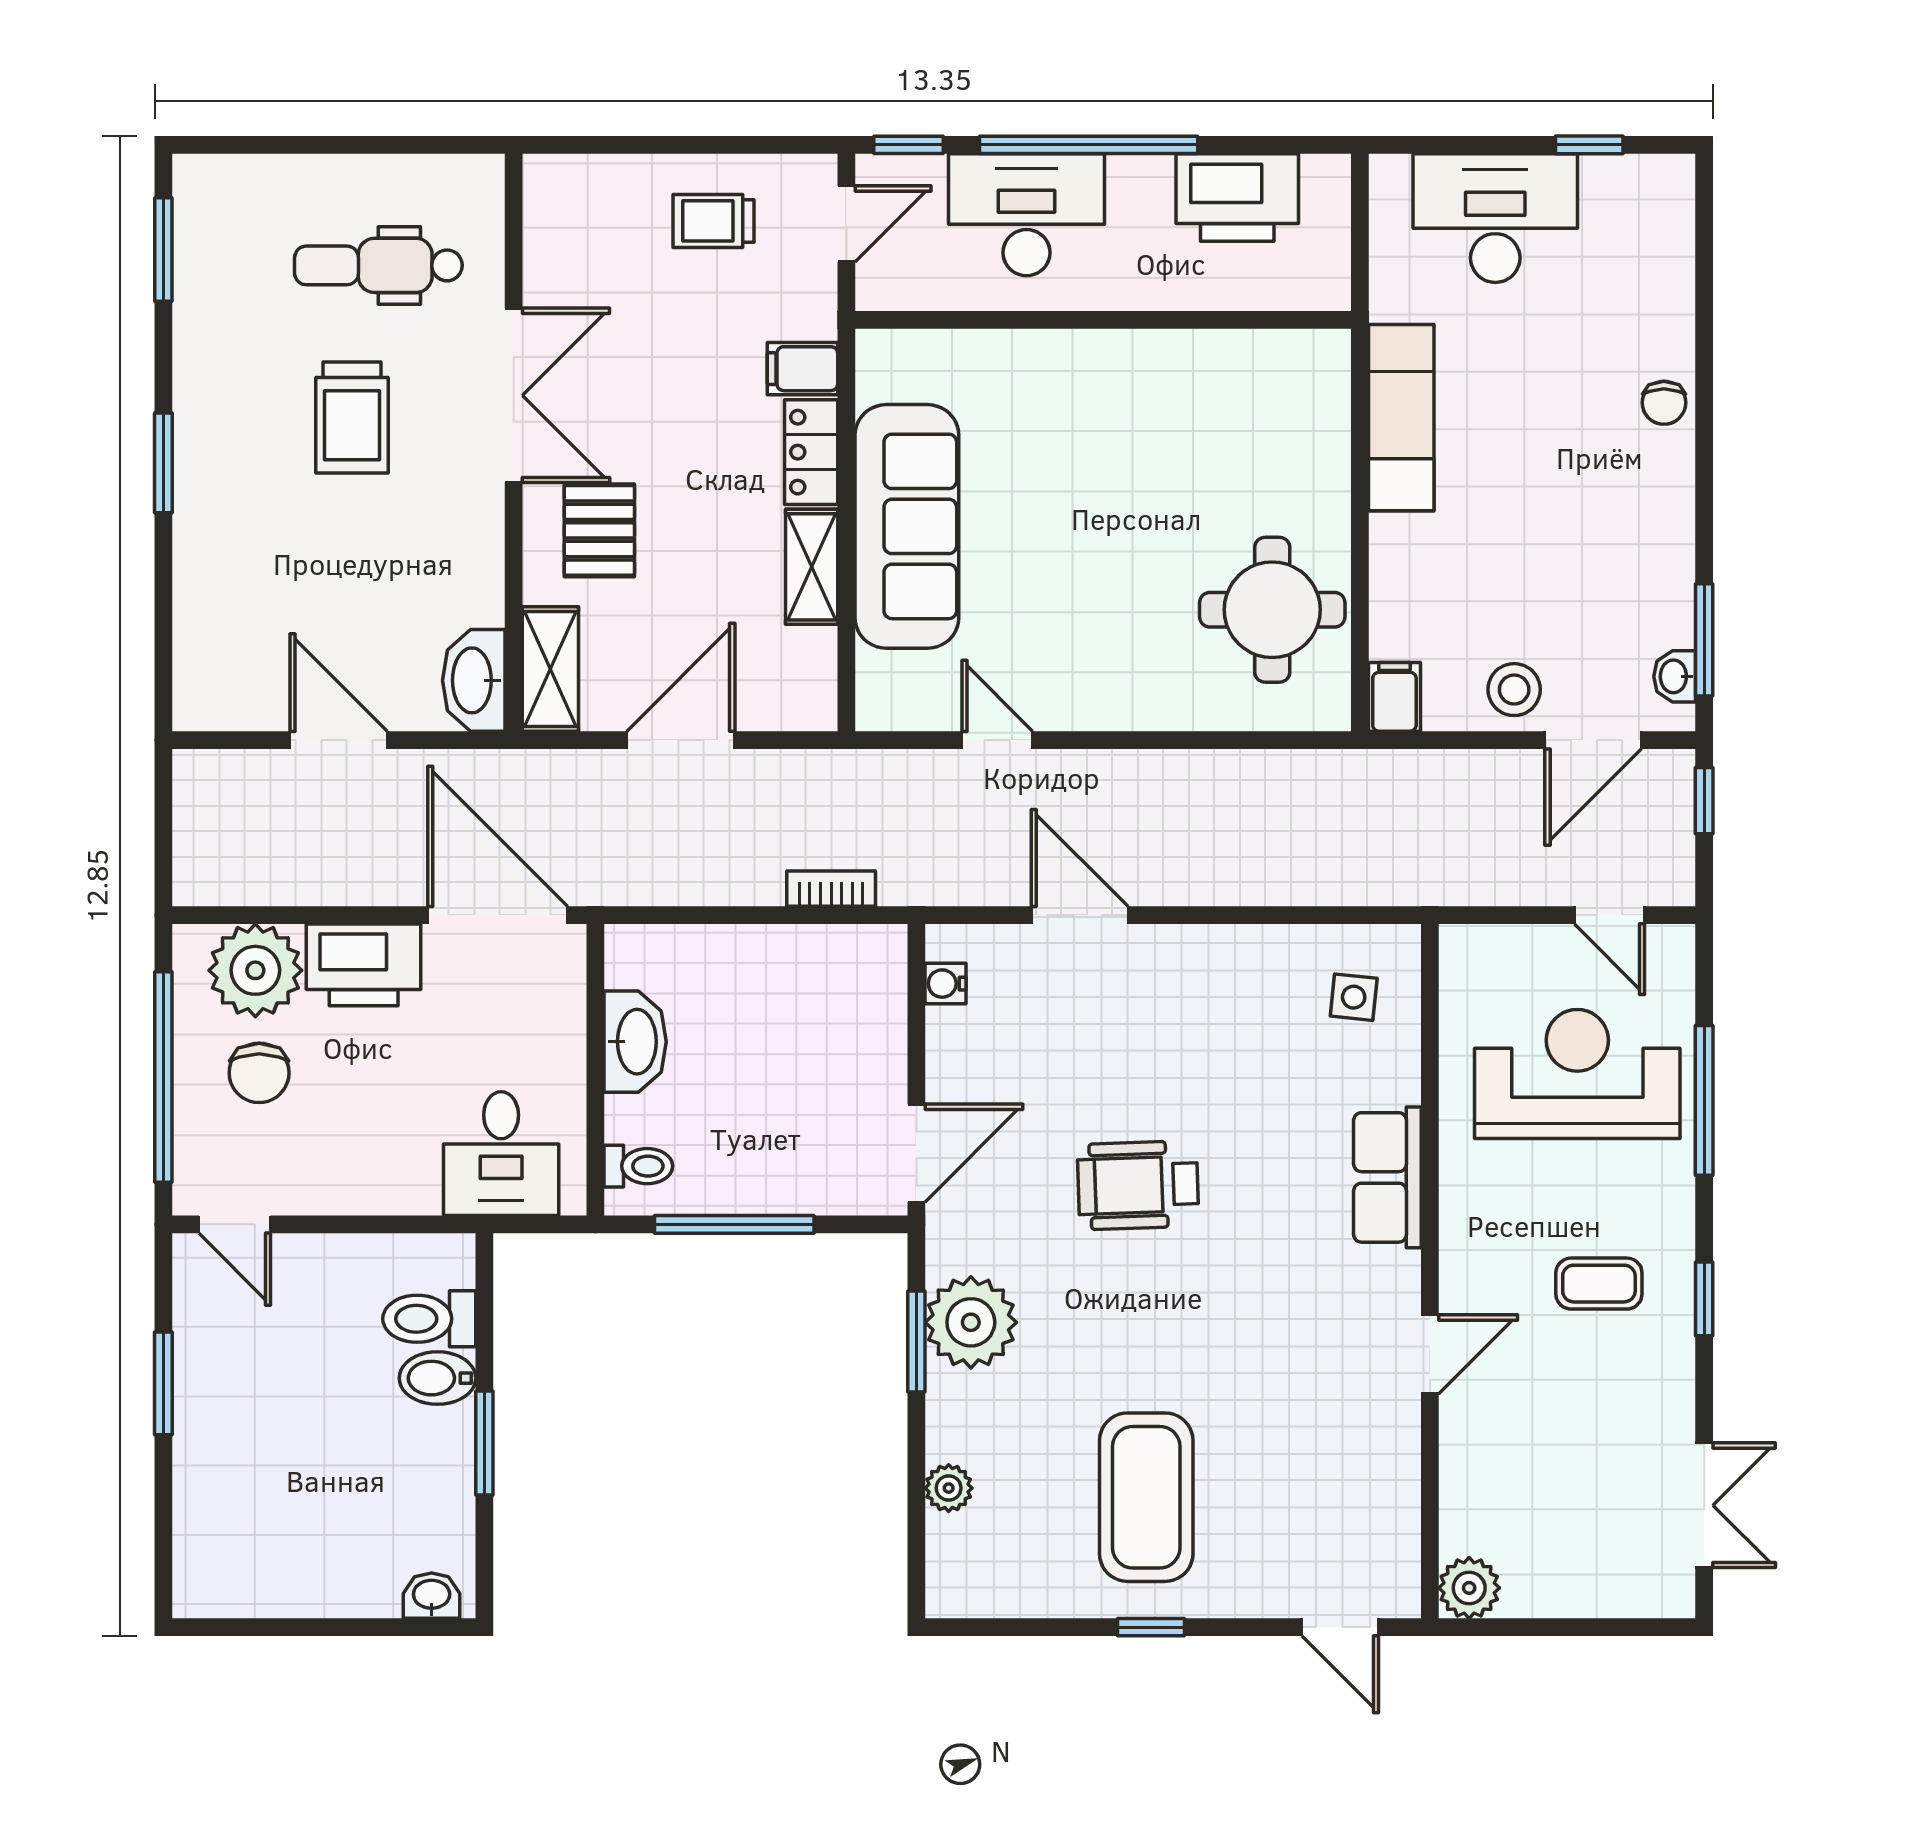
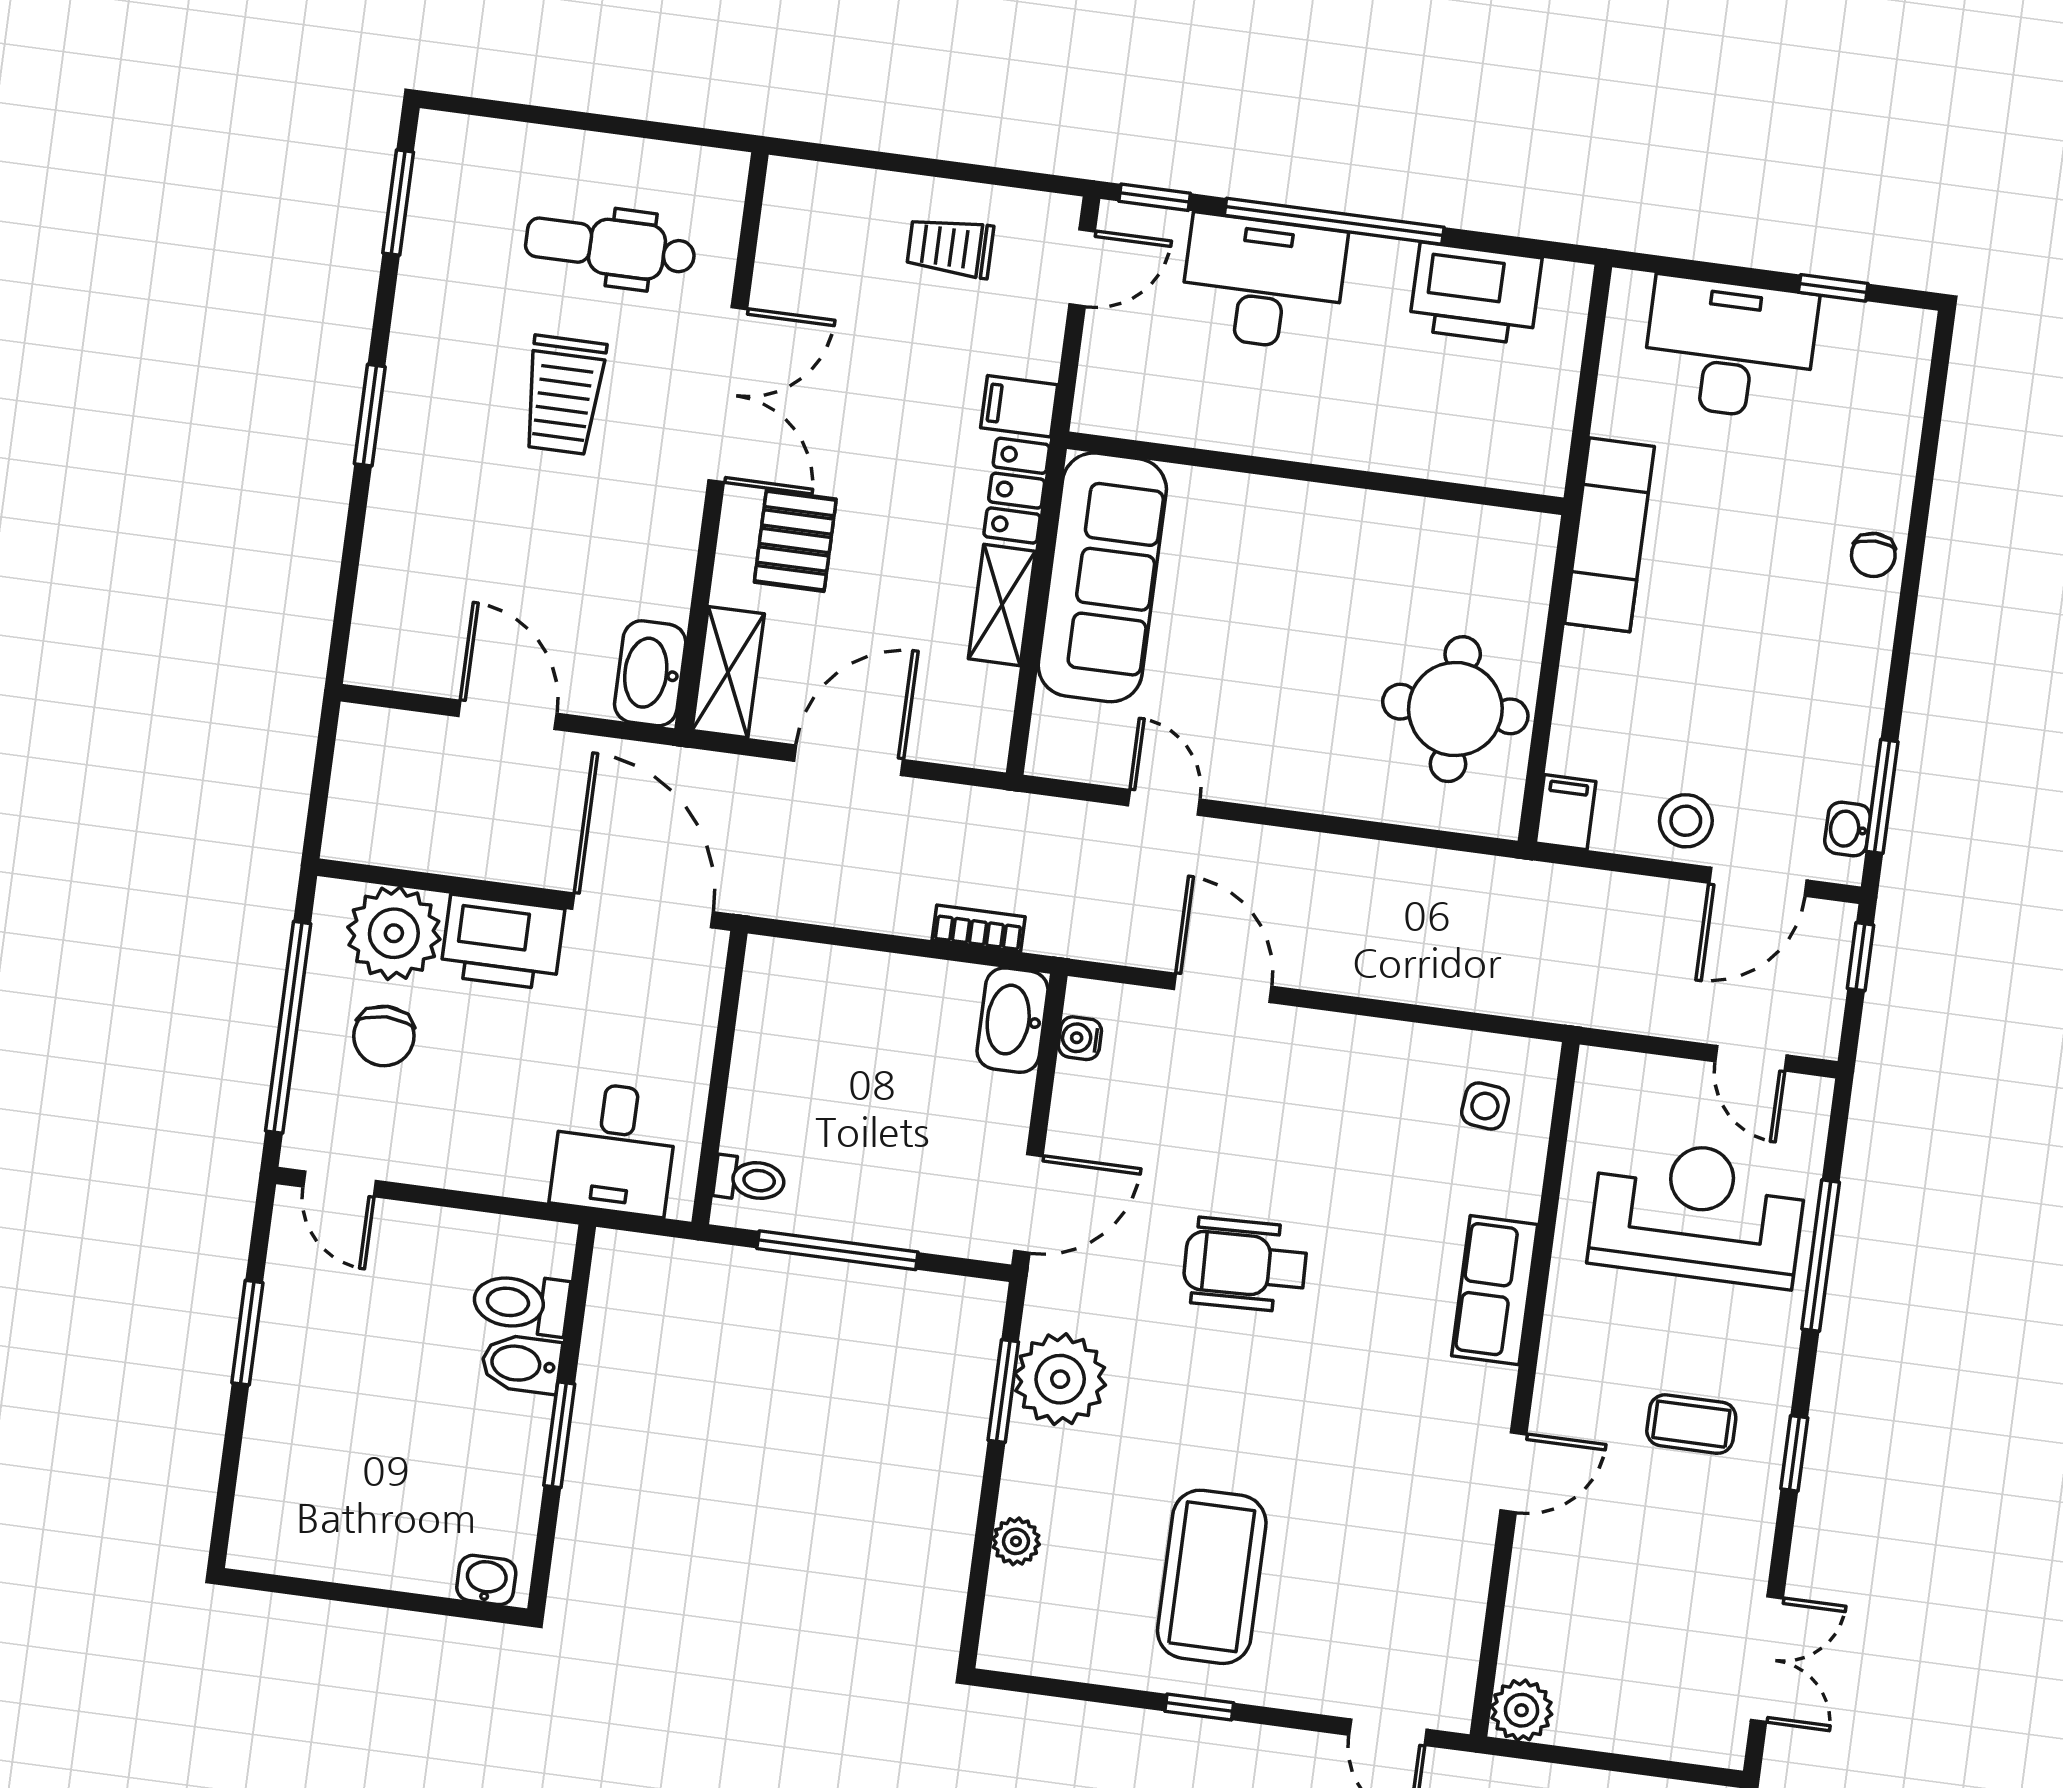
wall: (1103, 320) -> (1315, 473), moved
washbasin: (635, 1042) -> (1012, 1020), moved, turned 180

